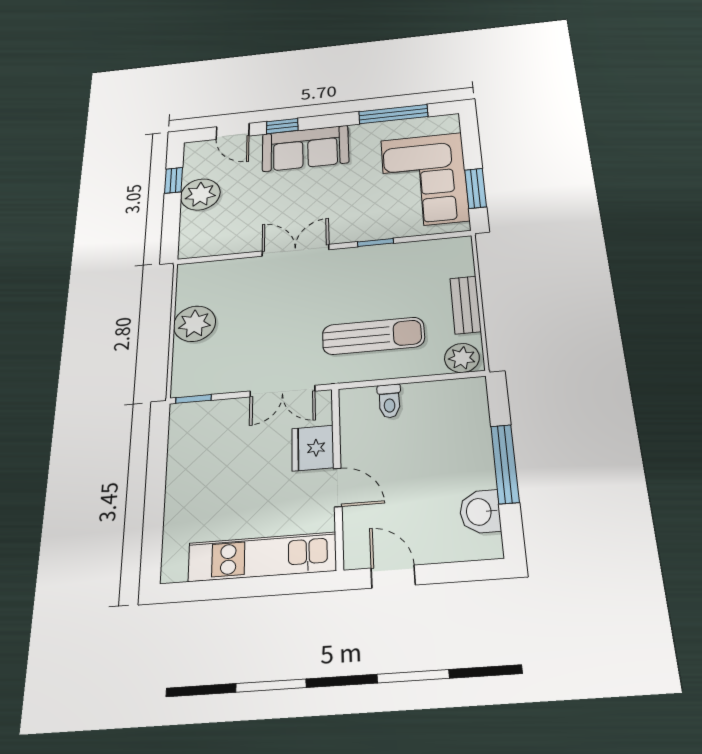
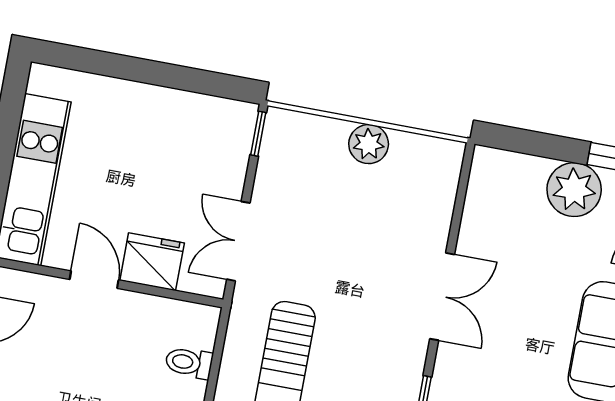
plant: (195, 324) -> (369, 144), width x0.73, depth x0.73
door: (338, 487) -> (94, 280), swing flipped

